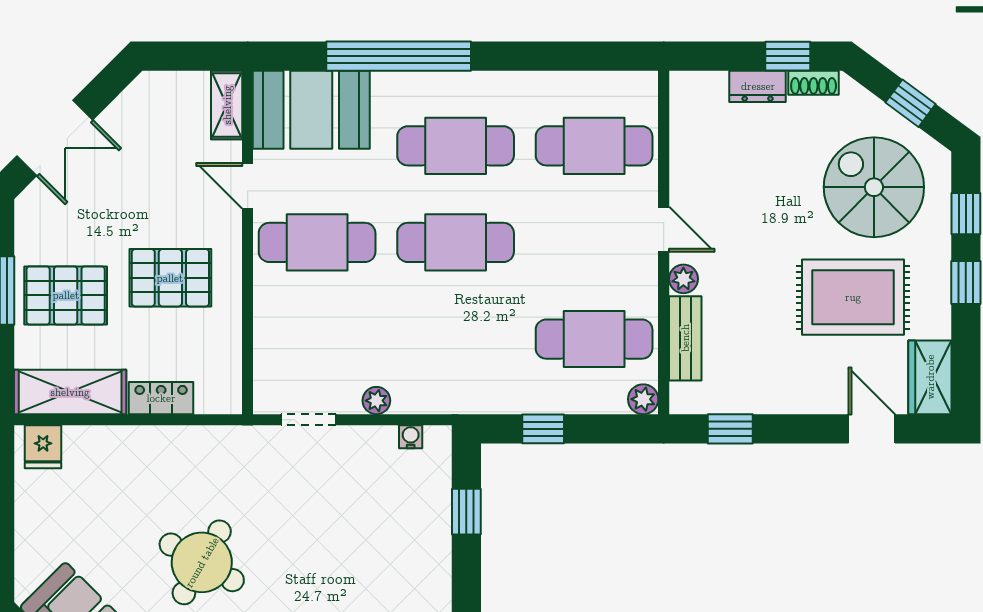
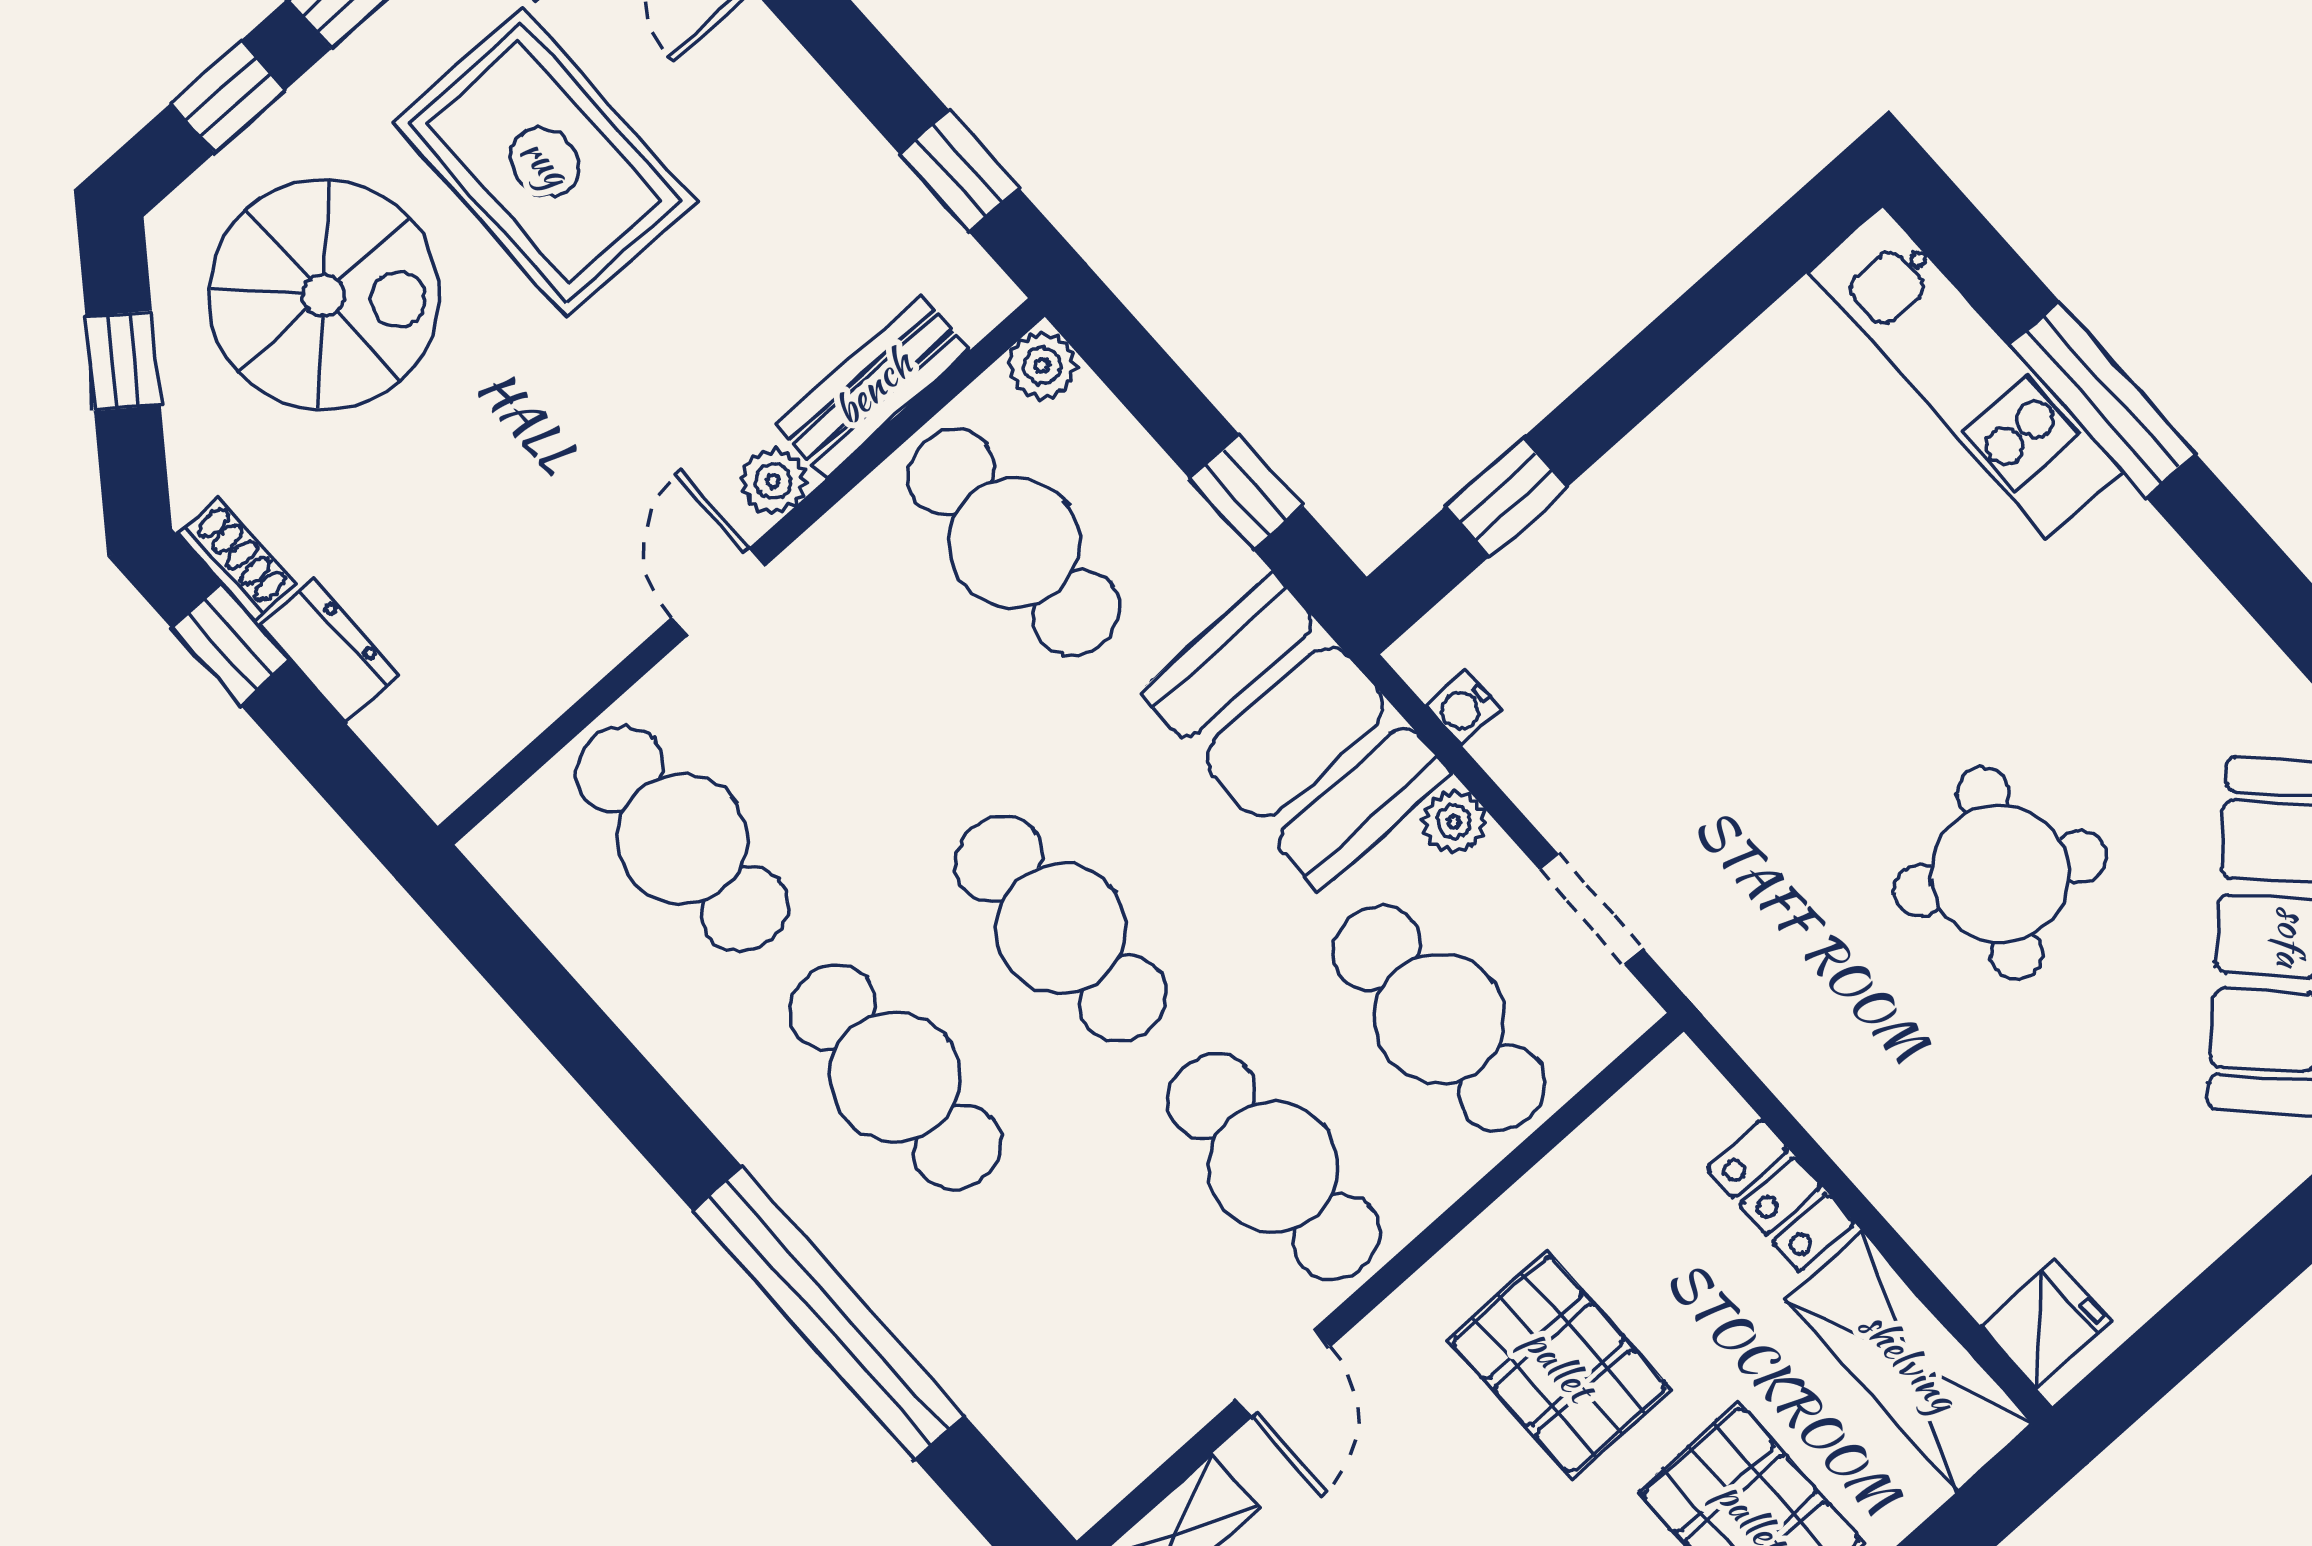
booth: (311, 110) -> (1295, 732), moved
spiral stairs: (874, 187) -> (323, 295), turned -90
cafe table: (317, 339) -> (1439, 1018), added

